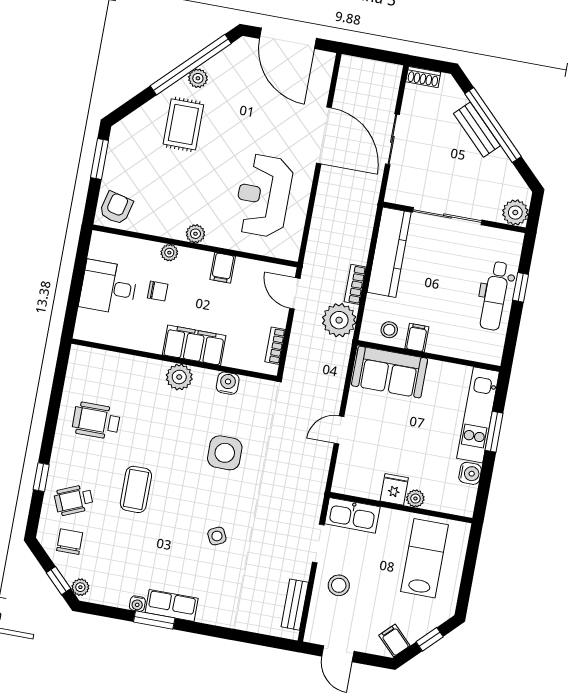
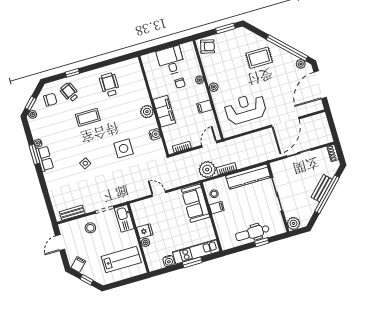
plant: (198, 78) -> (301, 64), moved

